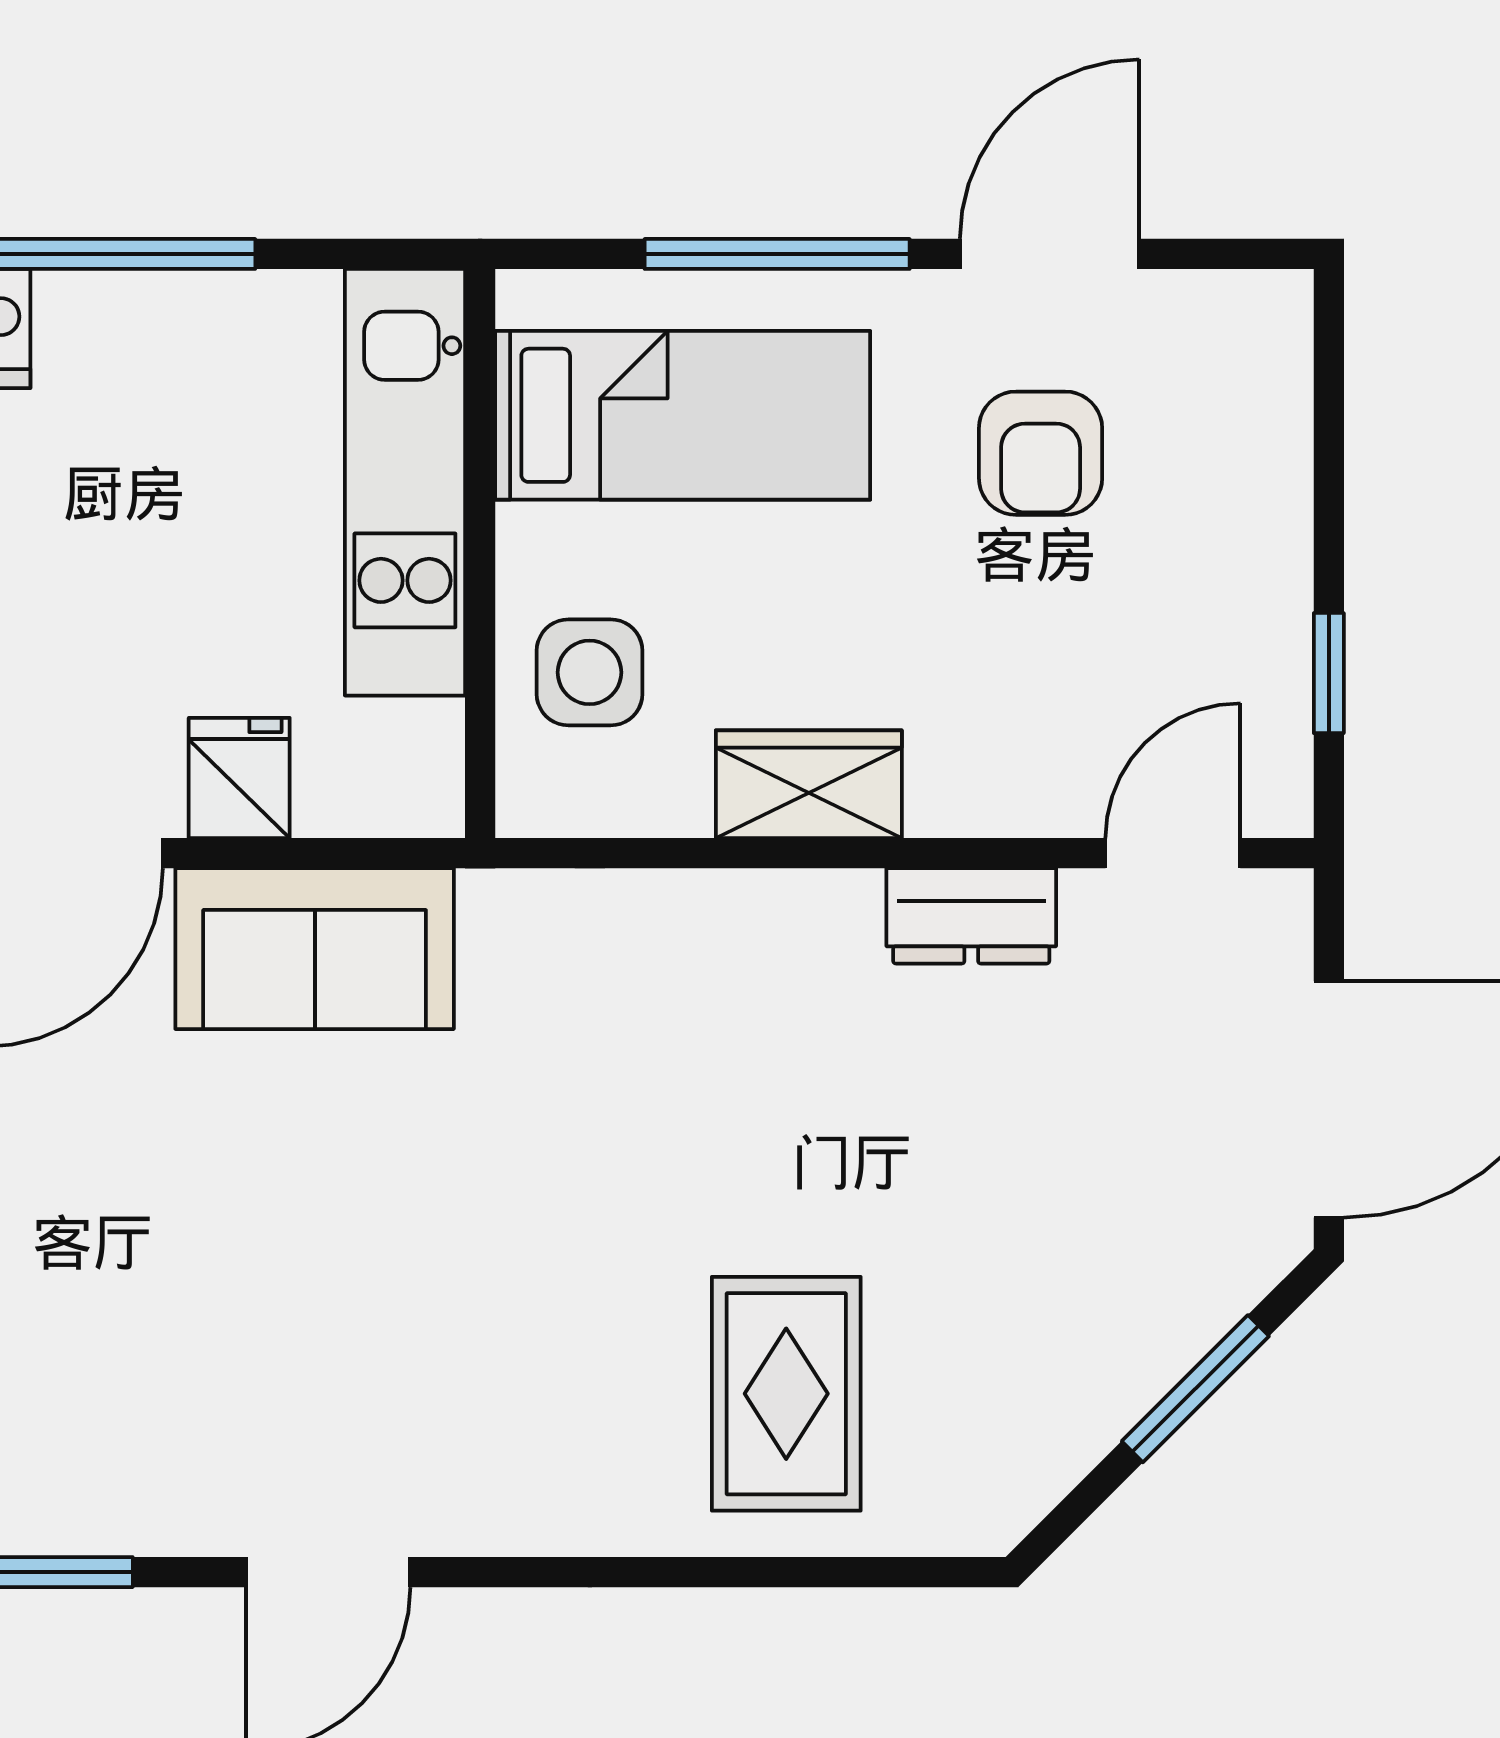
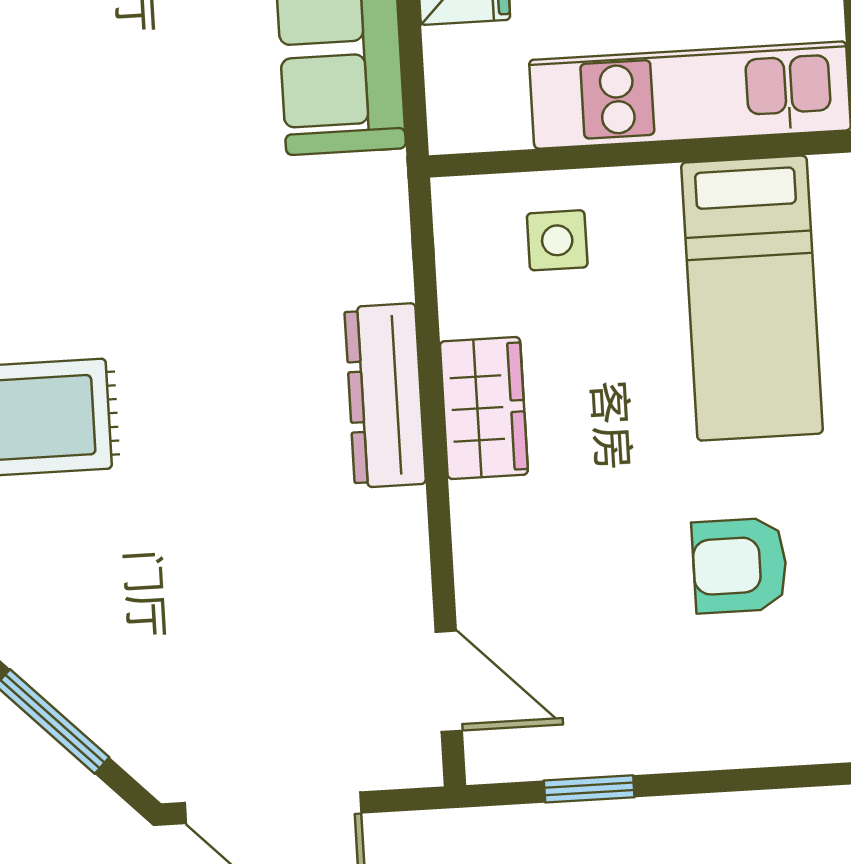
side table: (590, 672) -> (557, 240), width x0.73, depth x0.73
dresser: (971, 916) -> (385, 396), moved, width x1.44

